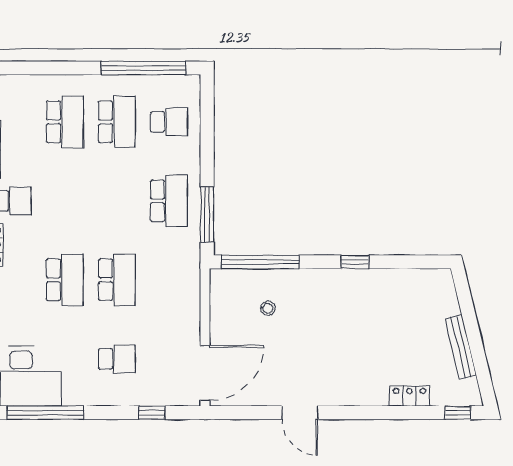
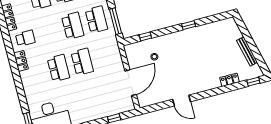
window: (260, 262) -> (145, 36), width x0.32
school desk: (117, 359) -> (73, 26), moved, width x1.85
door: (205, 373) -> (131, 83), moved

